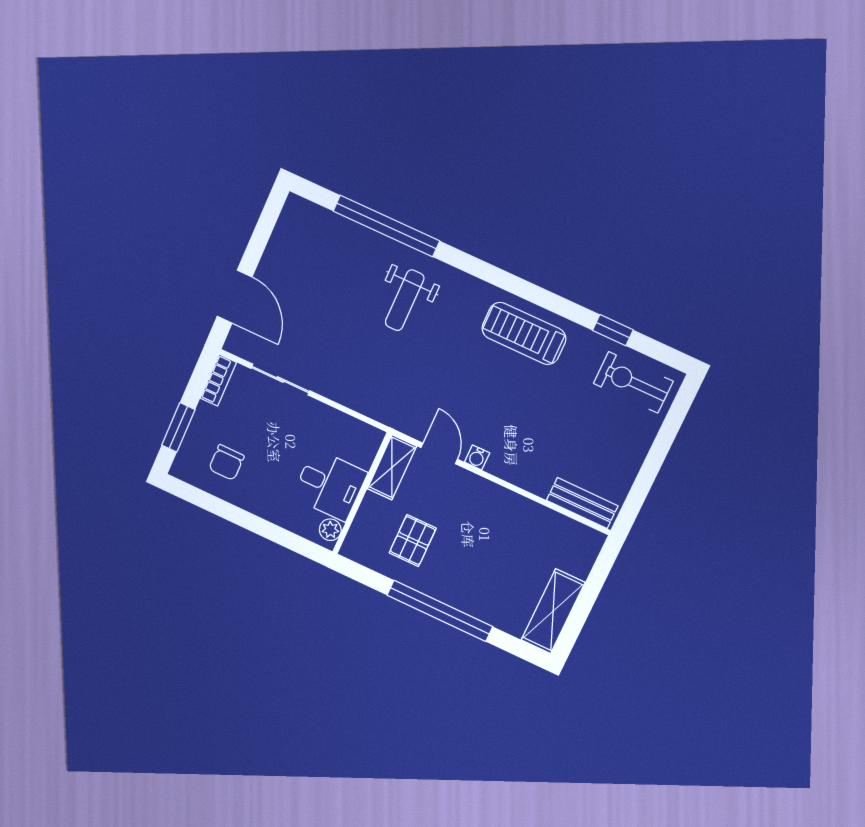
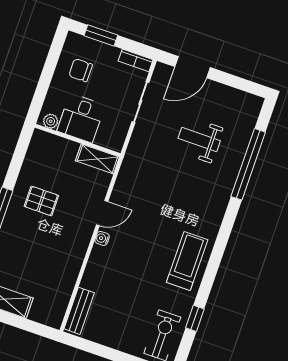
weight bench: (405, 300) -> (199, 140), moved
shelving: (392, 467) -> (97, 159), moved
desk: (330, 485) -> (81, 118), moved
wall: (362, 493) -> (78, 140), moved
plant: (330, 530) -> (51, 121), moved

